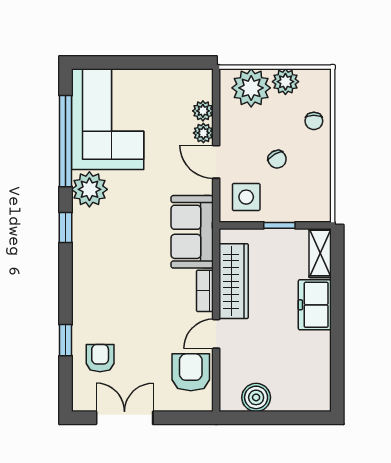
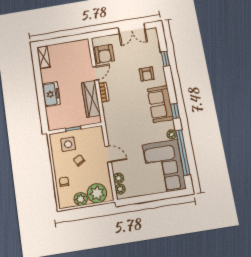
plant: (203, 133) -> (120, 189), moved
plant: (89, 189) -> (172, 134), width x0.53, depth x0.53
side table: (246, 197) -> (68, 144), moved
sofa: (192, 232) -> (160, 104), moved, turned 180
shelving: (320, 253) -> (44, 57), moved
armchair: (100, 358) -> (147, 74), moved
boiler: (256, 397) -> (72, 48), removed

